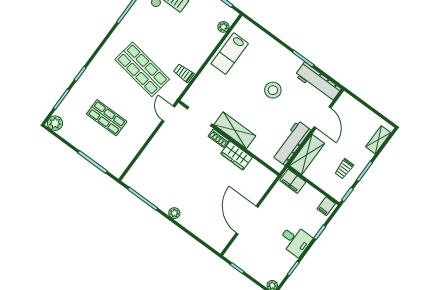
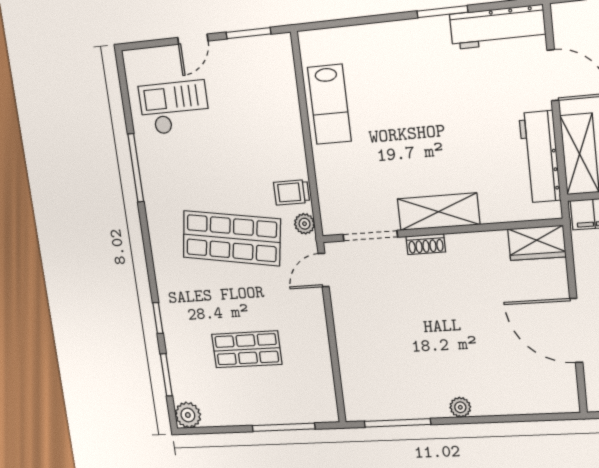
plant: (223, 27) -> (305, 224), moved
stool: (273, 90) -> (441, 101), removed
door: (168, 114) -> (324, 270), hinge flipped
wardrobe: (237, 155) -> (537, 243), moved

